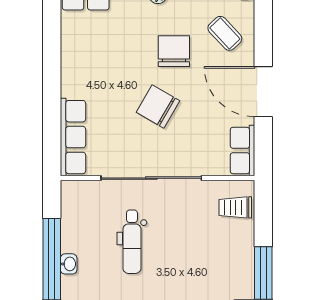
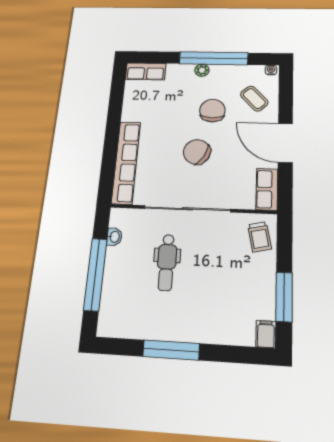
row of seats: (73, 137) -> (126, 162), width x1.36
trolley: (235, 207) -> (260, 237), turned -102
washbasin: (69, 264) -> (114, 237), moved

